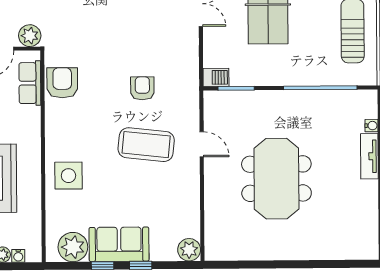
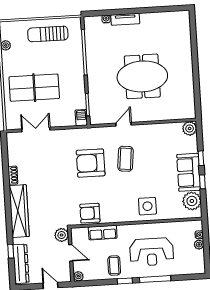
row of seats: (30, 83) -> (103, 233), moved
armchair: (142, 88) -> (91, 163), width x1.88, depth x1.88
coffee table: (146, 145) -> (126, 159), width x0.73, depth x0.76

